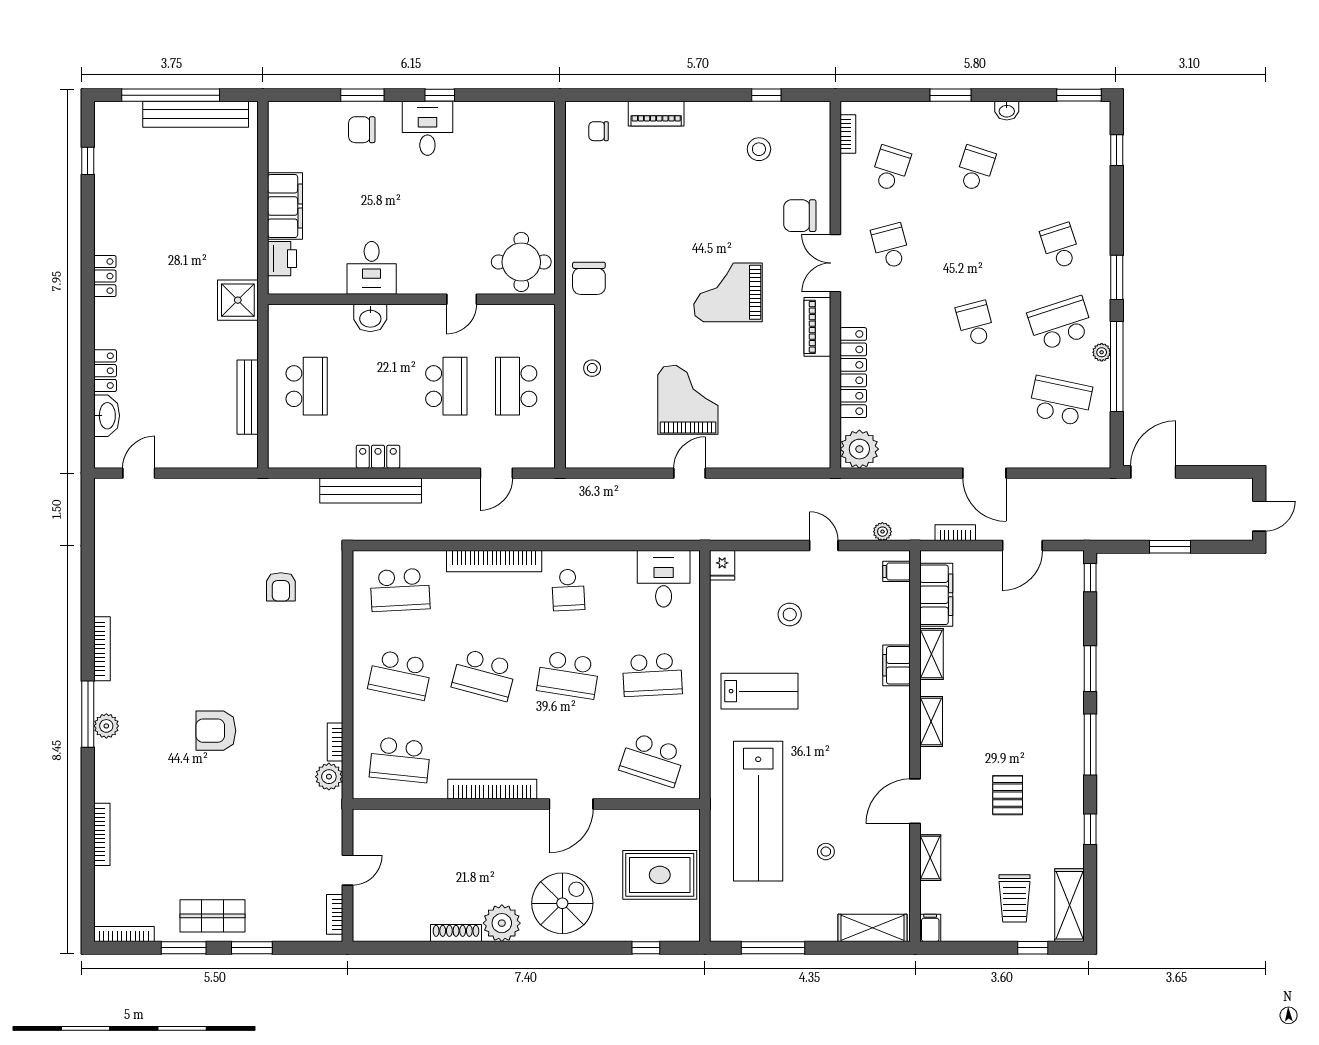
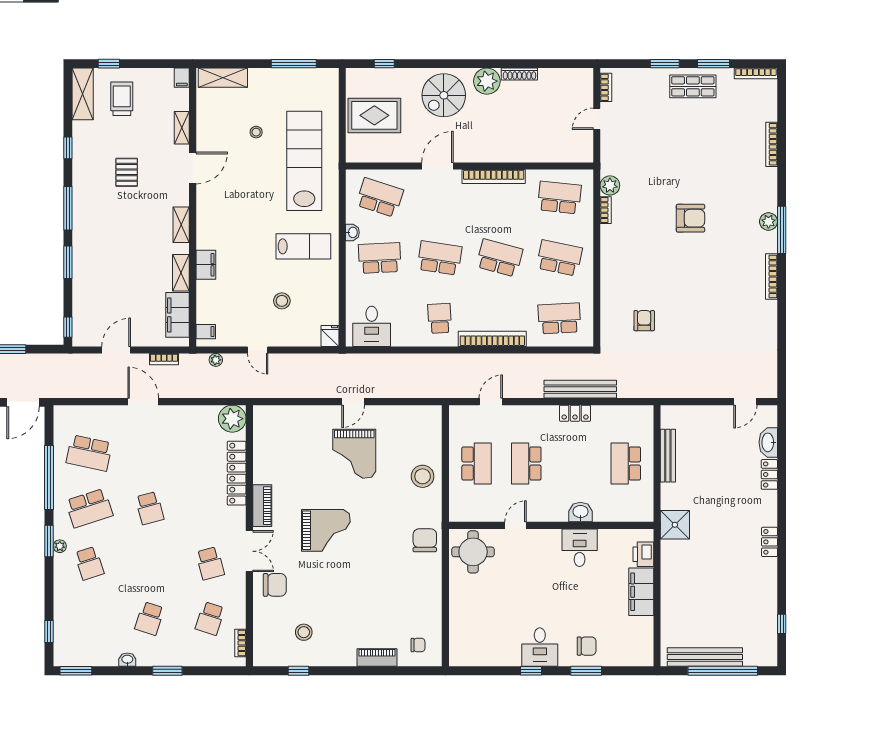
plant: (1102, 352) -> (60, 546), moved
stool: (592, 368) -> (423, 476), width x1.89, depth x1.89
lab bench: (759, 691) -> (303, 246), turned 180
washbasin: (691, 711) -> (352, 232), added

